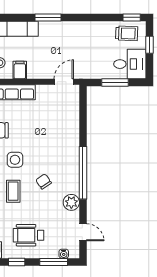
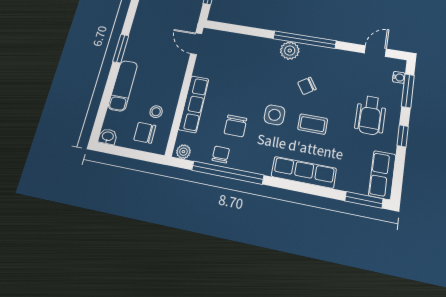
filing cabinet: (20, 70) -> (170, 90), removed
plant: (71, 202) -> (290, 51), moved

